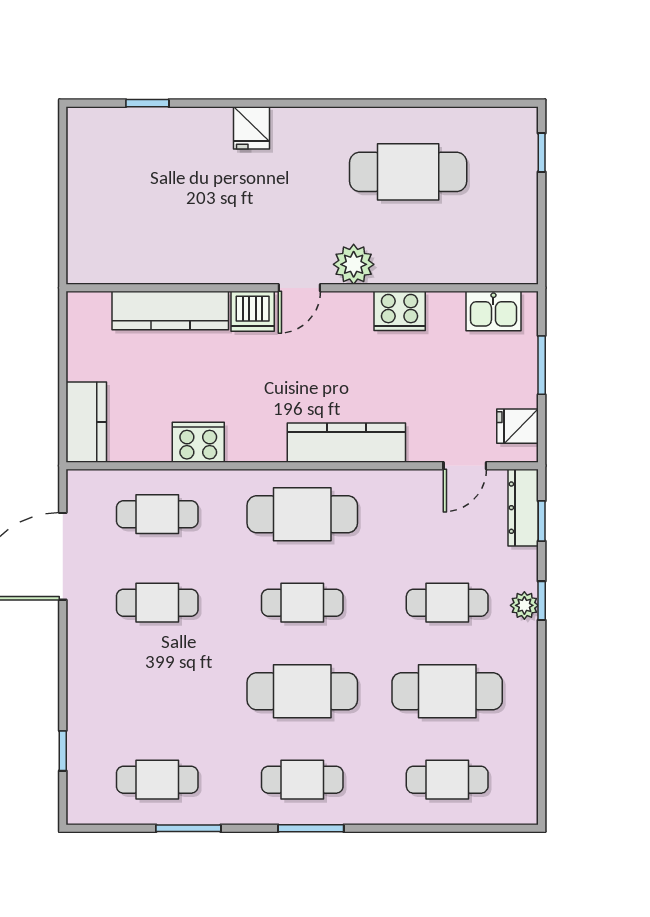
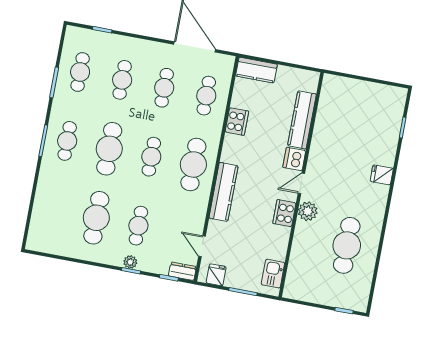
door: (299, 288) -> (301, 183), hinge flipped
cooker: (400, 311) -> (284, 213), moved
dresser: (523, 508) -> (182, 271), width x0.70
cafe table: (447, 780) -> (122, 80), moved

